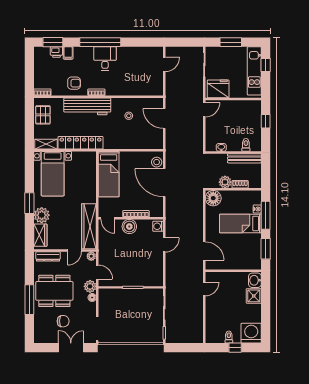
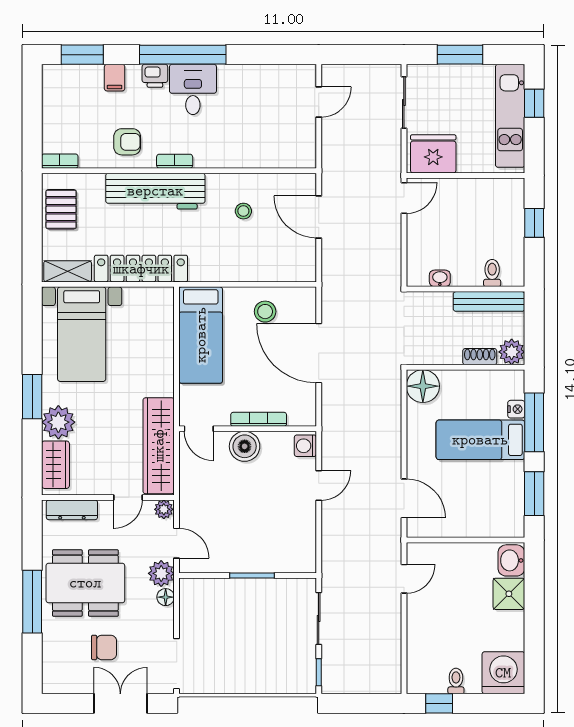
printer: (56, 52) -> (155, 76), moved
stool: (157, 162) -> (265, 312), moved
plant: (225, 182) -> (512, 352), moved
window: (235, 348) -> (439, 703), moved

